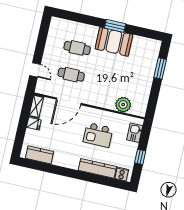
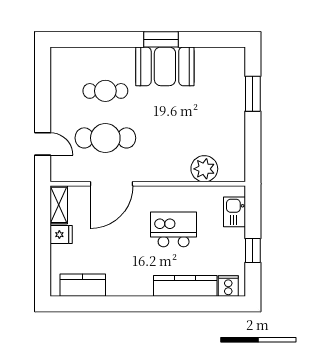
cafe table: (71, 75) -> (105, 138), width x1.37, depth x1.35
kitchen island: (98, 135) -> (174, 229), turned 180

